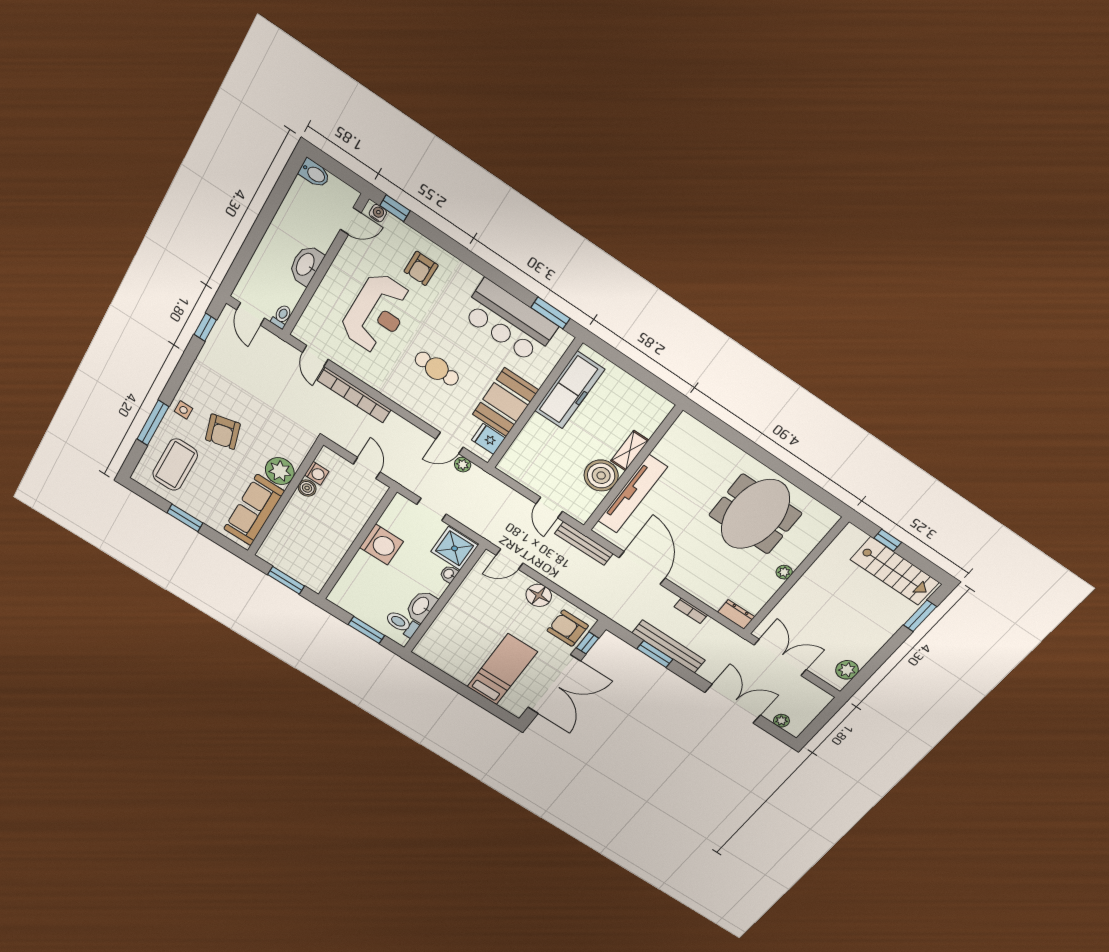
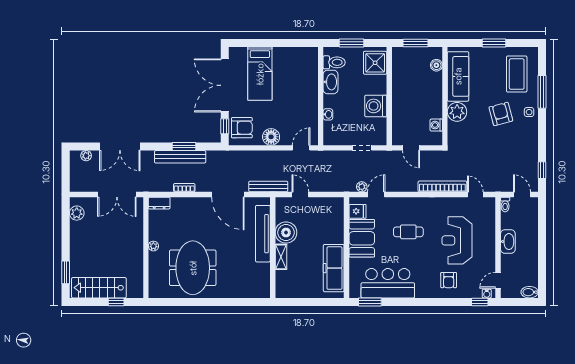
armchair: (421, 268) -> (449, 280), turned 180
boiler: (307, 488) -> (436, 65), moved
shower: (455, 548) -> (375, 63), moved

